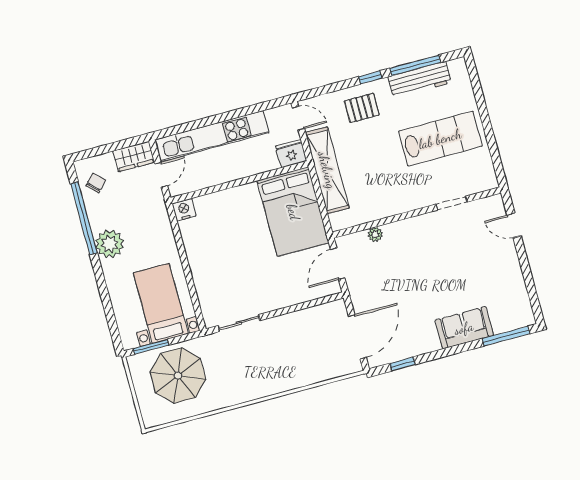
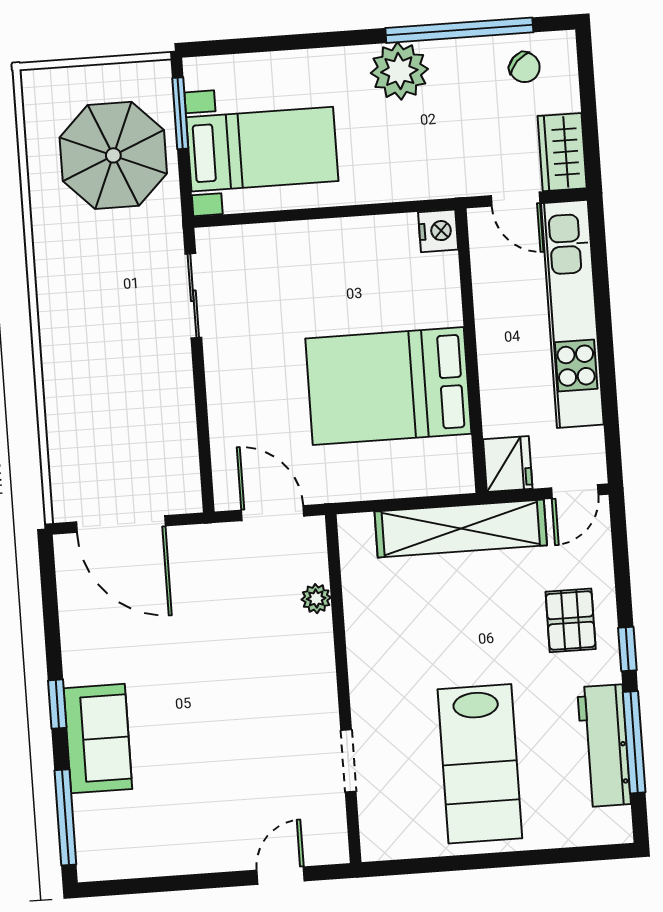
bed: (293, 212) -> (388, 386), moved
window: (403, 364) -> (57, 704), moved

